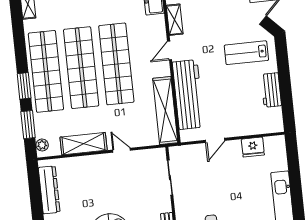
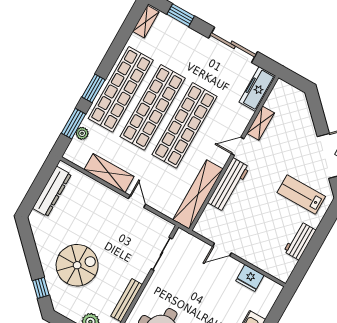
workbench: (188, 95) -> (229, 185), width x0.73, depth x0.76
plant: (42, 145) -> (82, 133), moved

